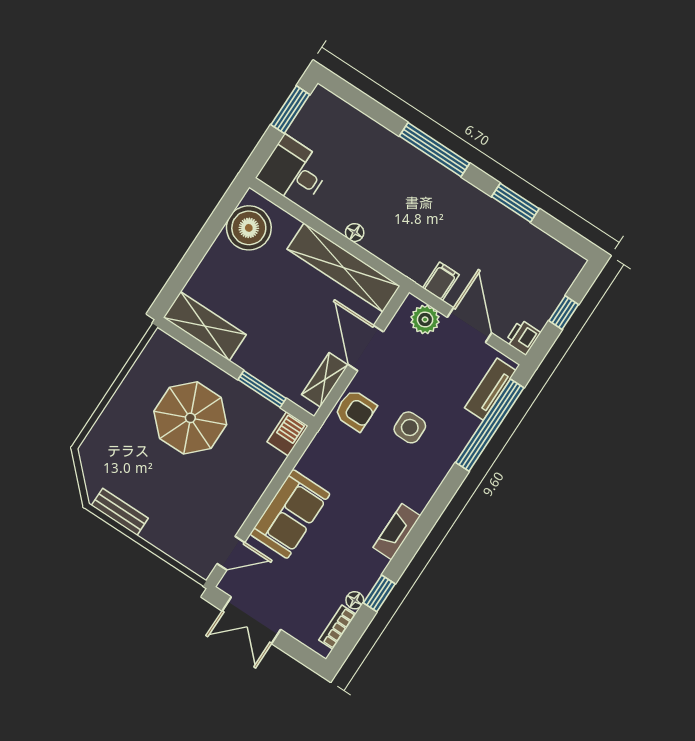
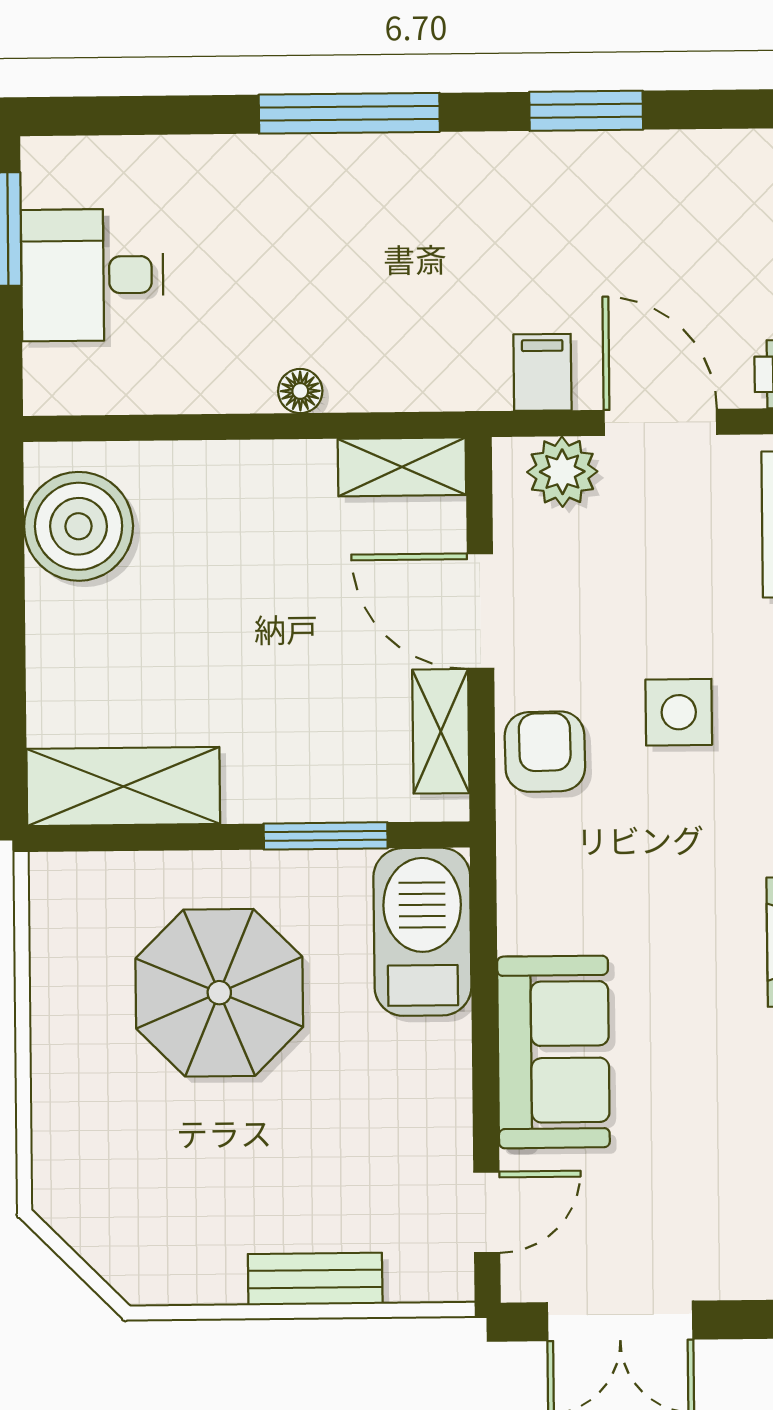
desk: (294, 171) -> (92, 275), moved
shelving: (344, 267) -> (402, 467), width x0.45, depth x0.75
armchair: (355, 410) -> (545, 752), turned -91
barbecue: (288, 434) -> (422, 932), width x1.88, depth x1.53
bench: (120, 512) -> (315, 1279), moved

